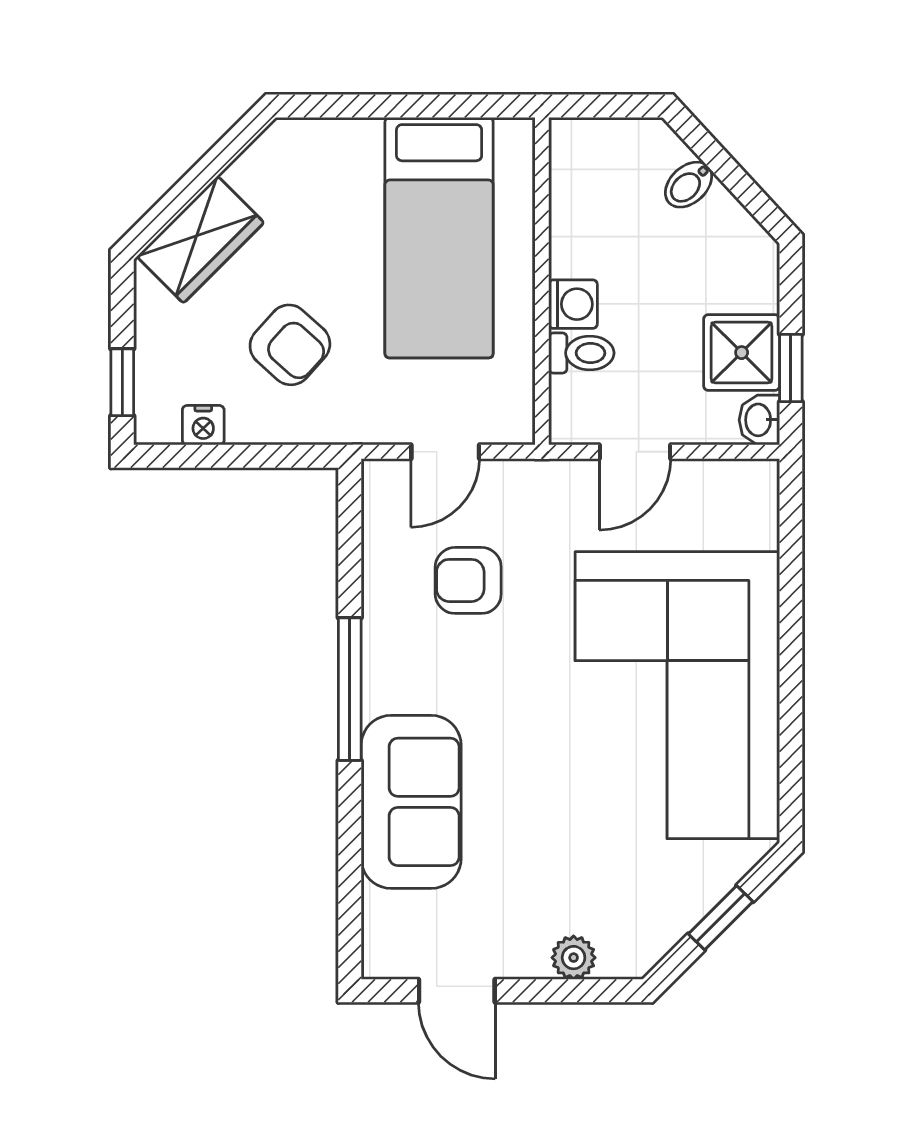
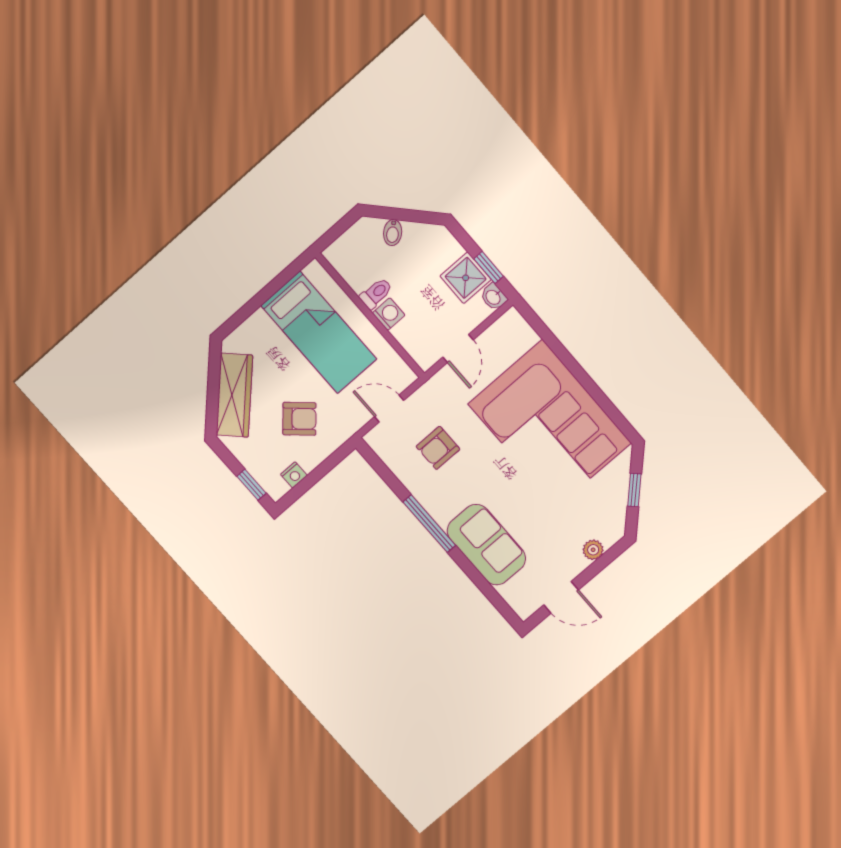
wardrobe: (200, 240) -> (234, 395), width x1.50
toilet: (581, 353) -> (376, 293), moved
door: (445, 452) -> (389, 409), swing flipped

